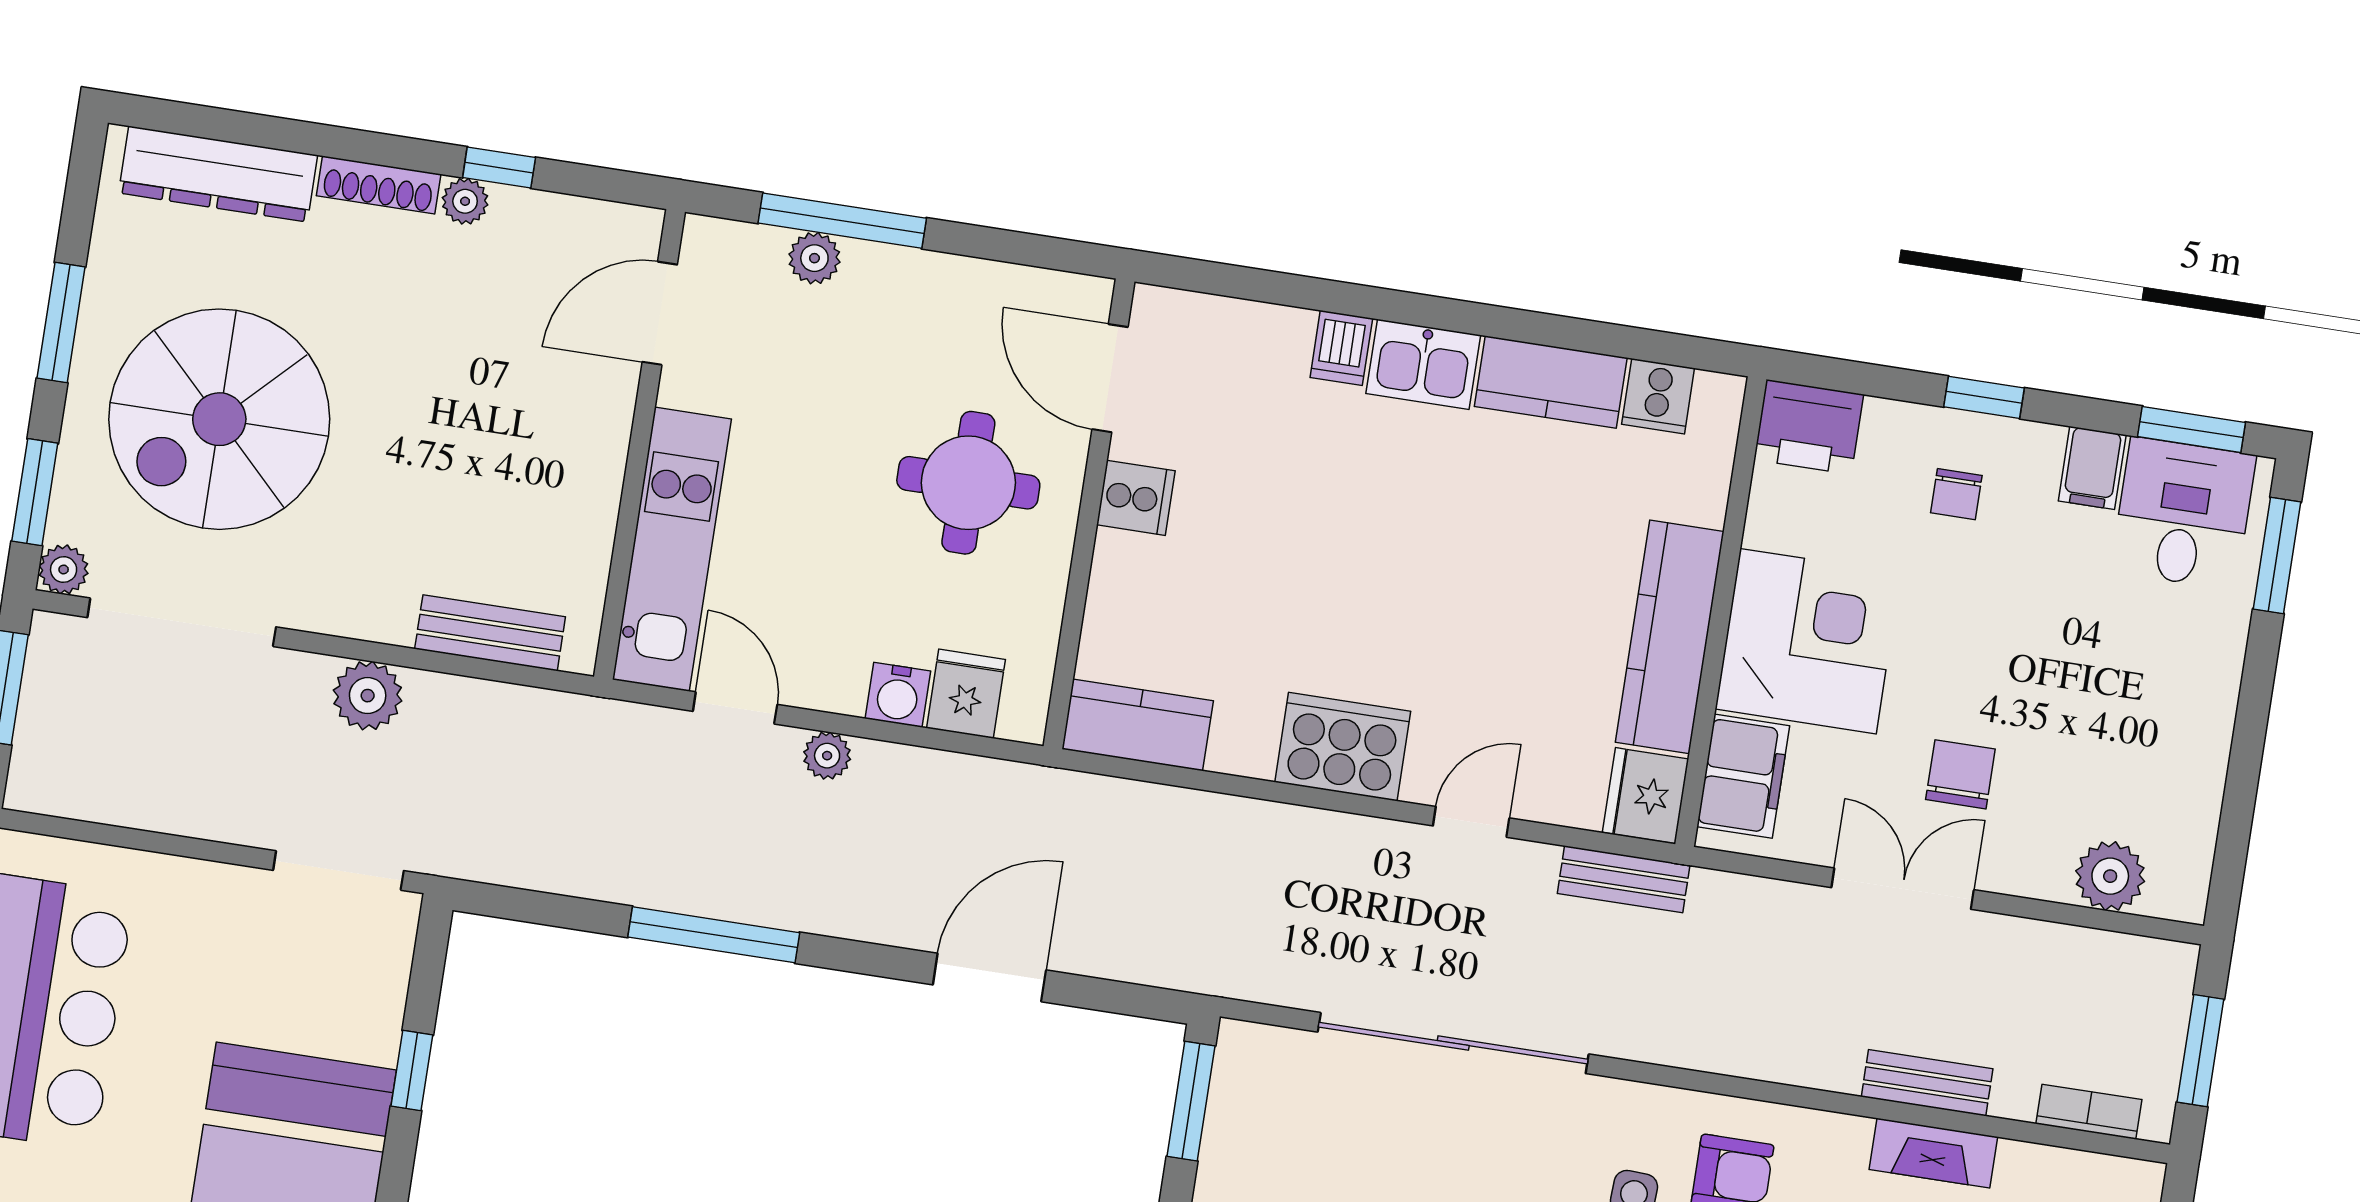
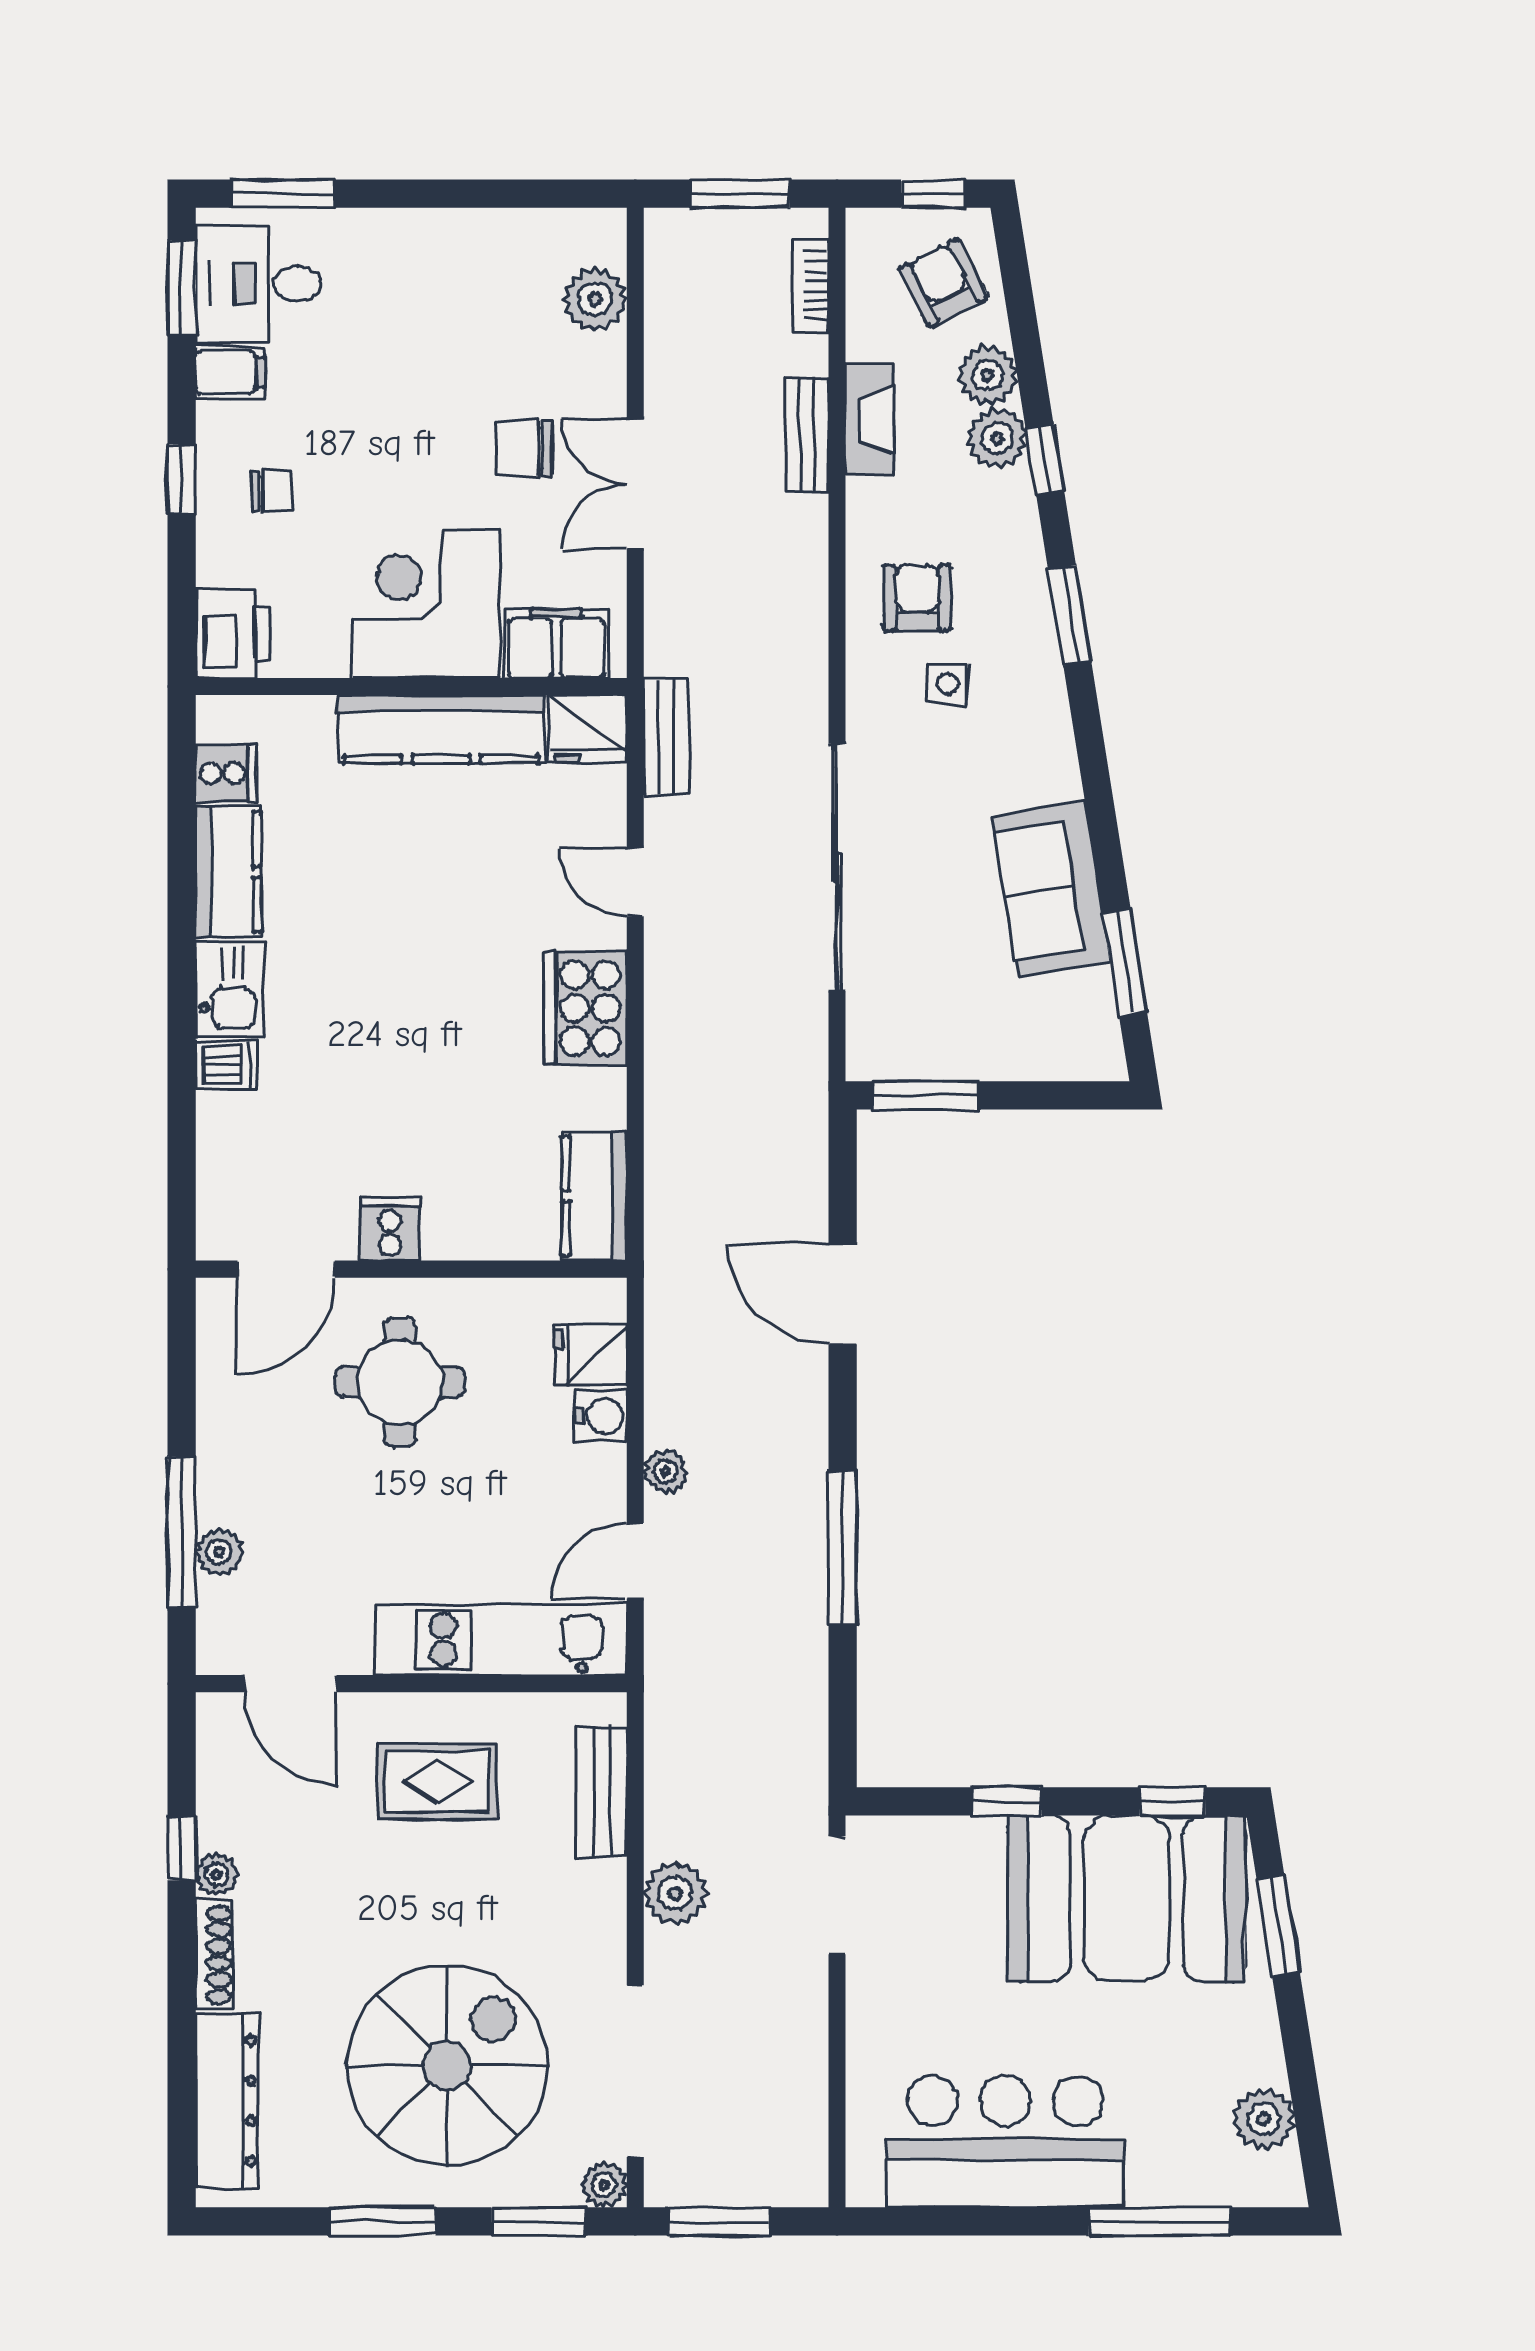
spiral stairs: (219, 419) -> (447, 2065), turned -90
rug: (529, 456) -> (438, 1781), added

